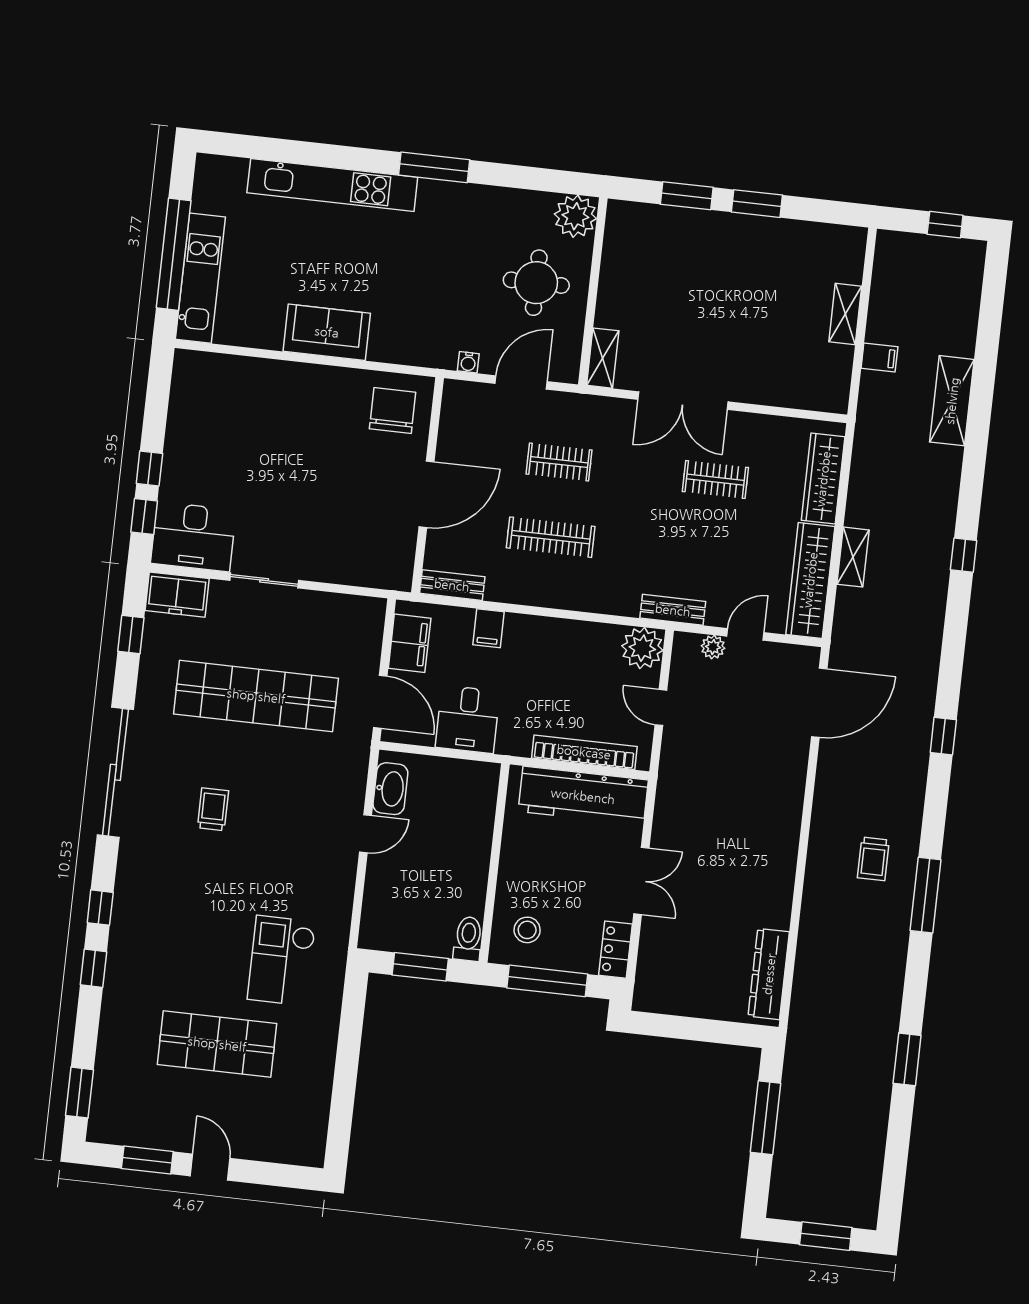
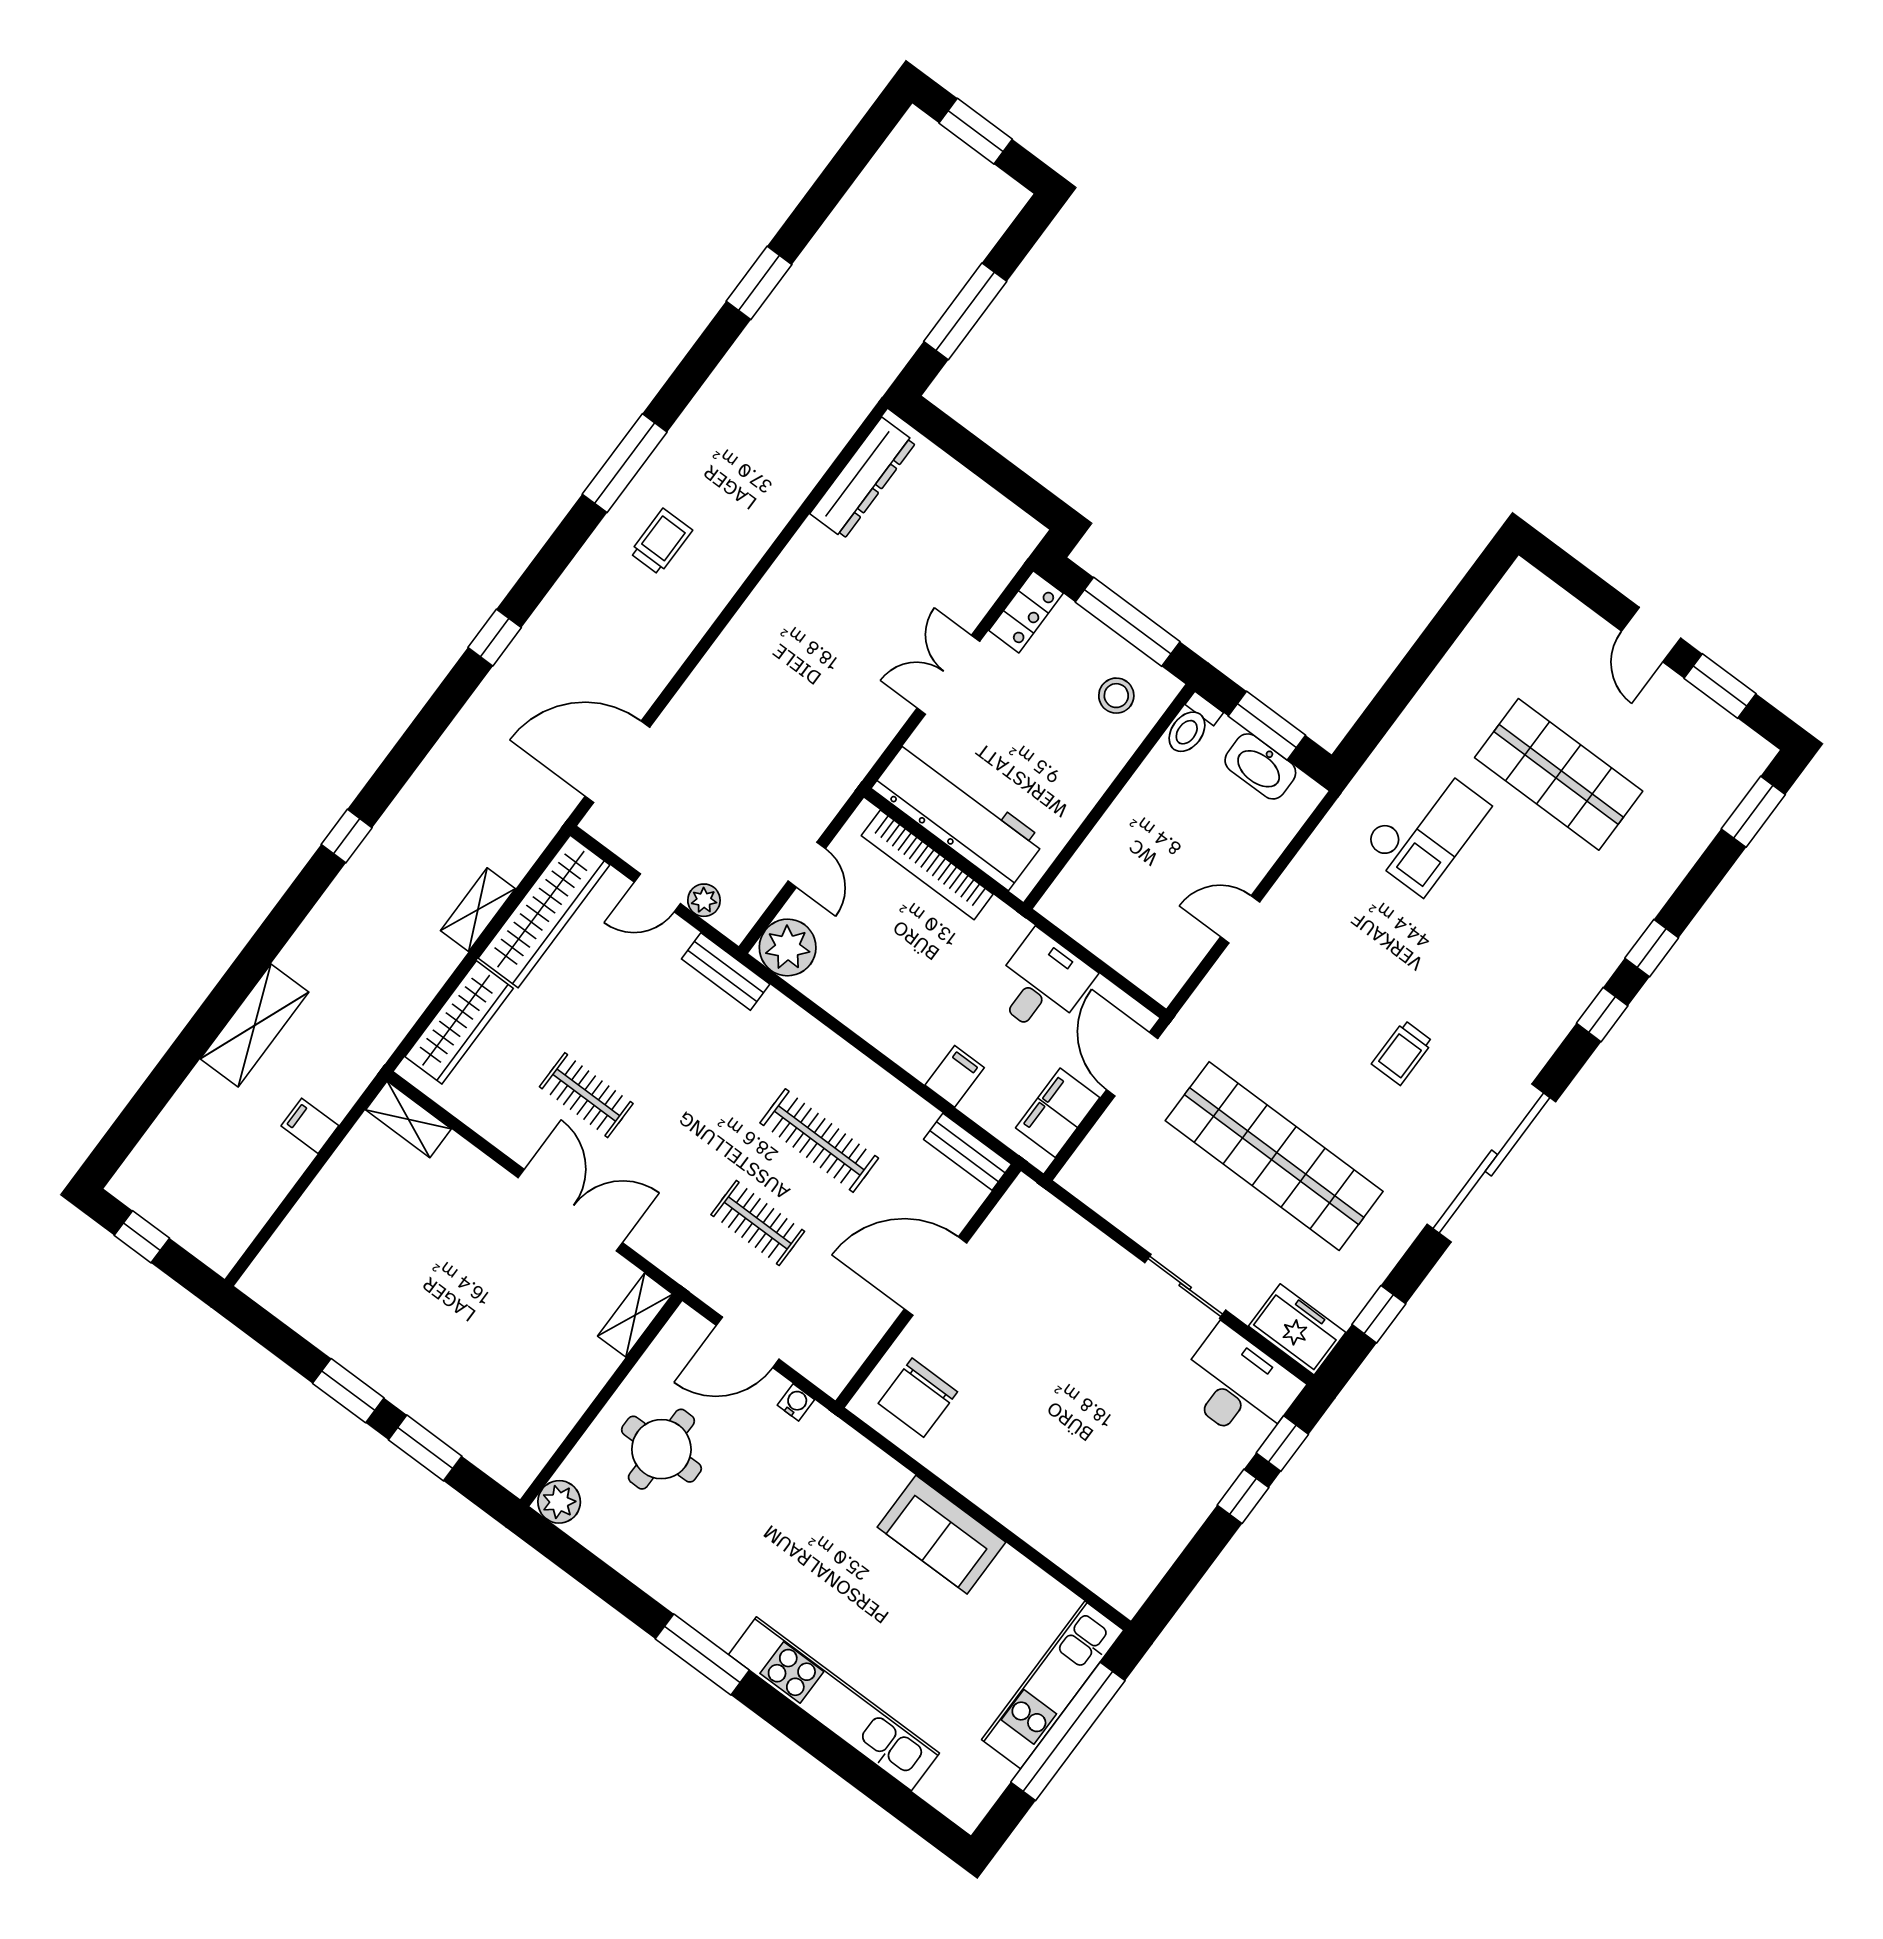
plant: (575, 216) -> (559, 1502), width x0.73, depth x0.73
shelving: (845, 314) -> (408, 1119), moved, turned 90
washbasin: (390, 789) -> (1260, 766), moved, turned -90

